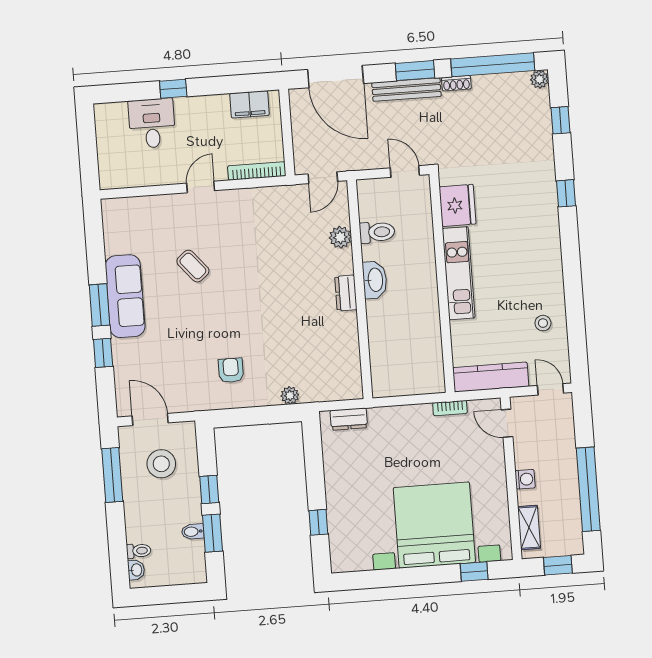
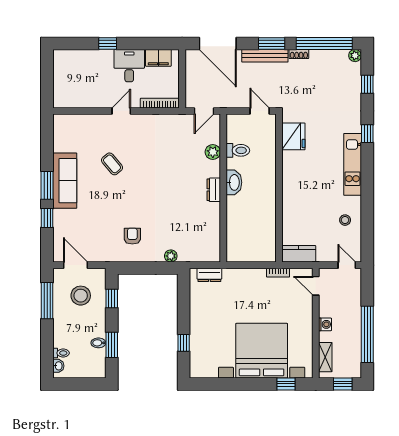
desk: (152, 123) -> (129, 66), moved
kitchen unit: (459, 273) -> (353, 164), moved, turned 180
kitchen counter: (491, 377) -> (299, 254), width x0.67
window: (209, 489) -> (112, 298), moved

